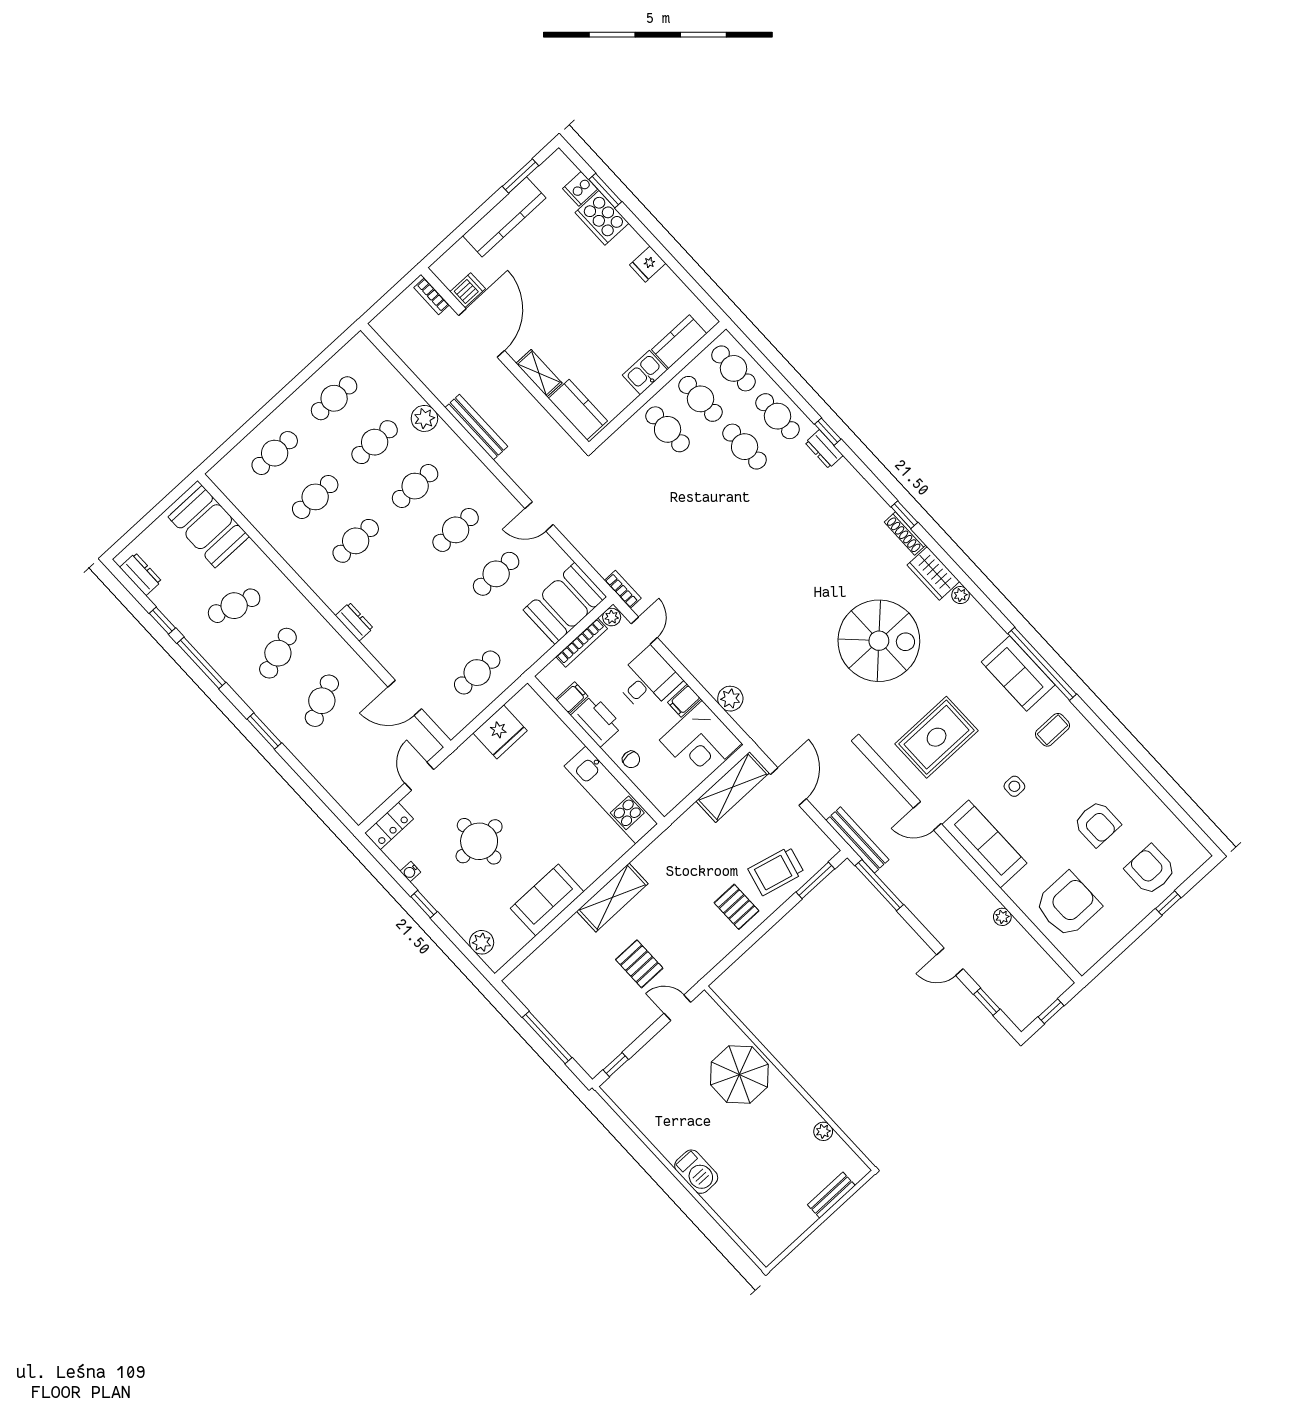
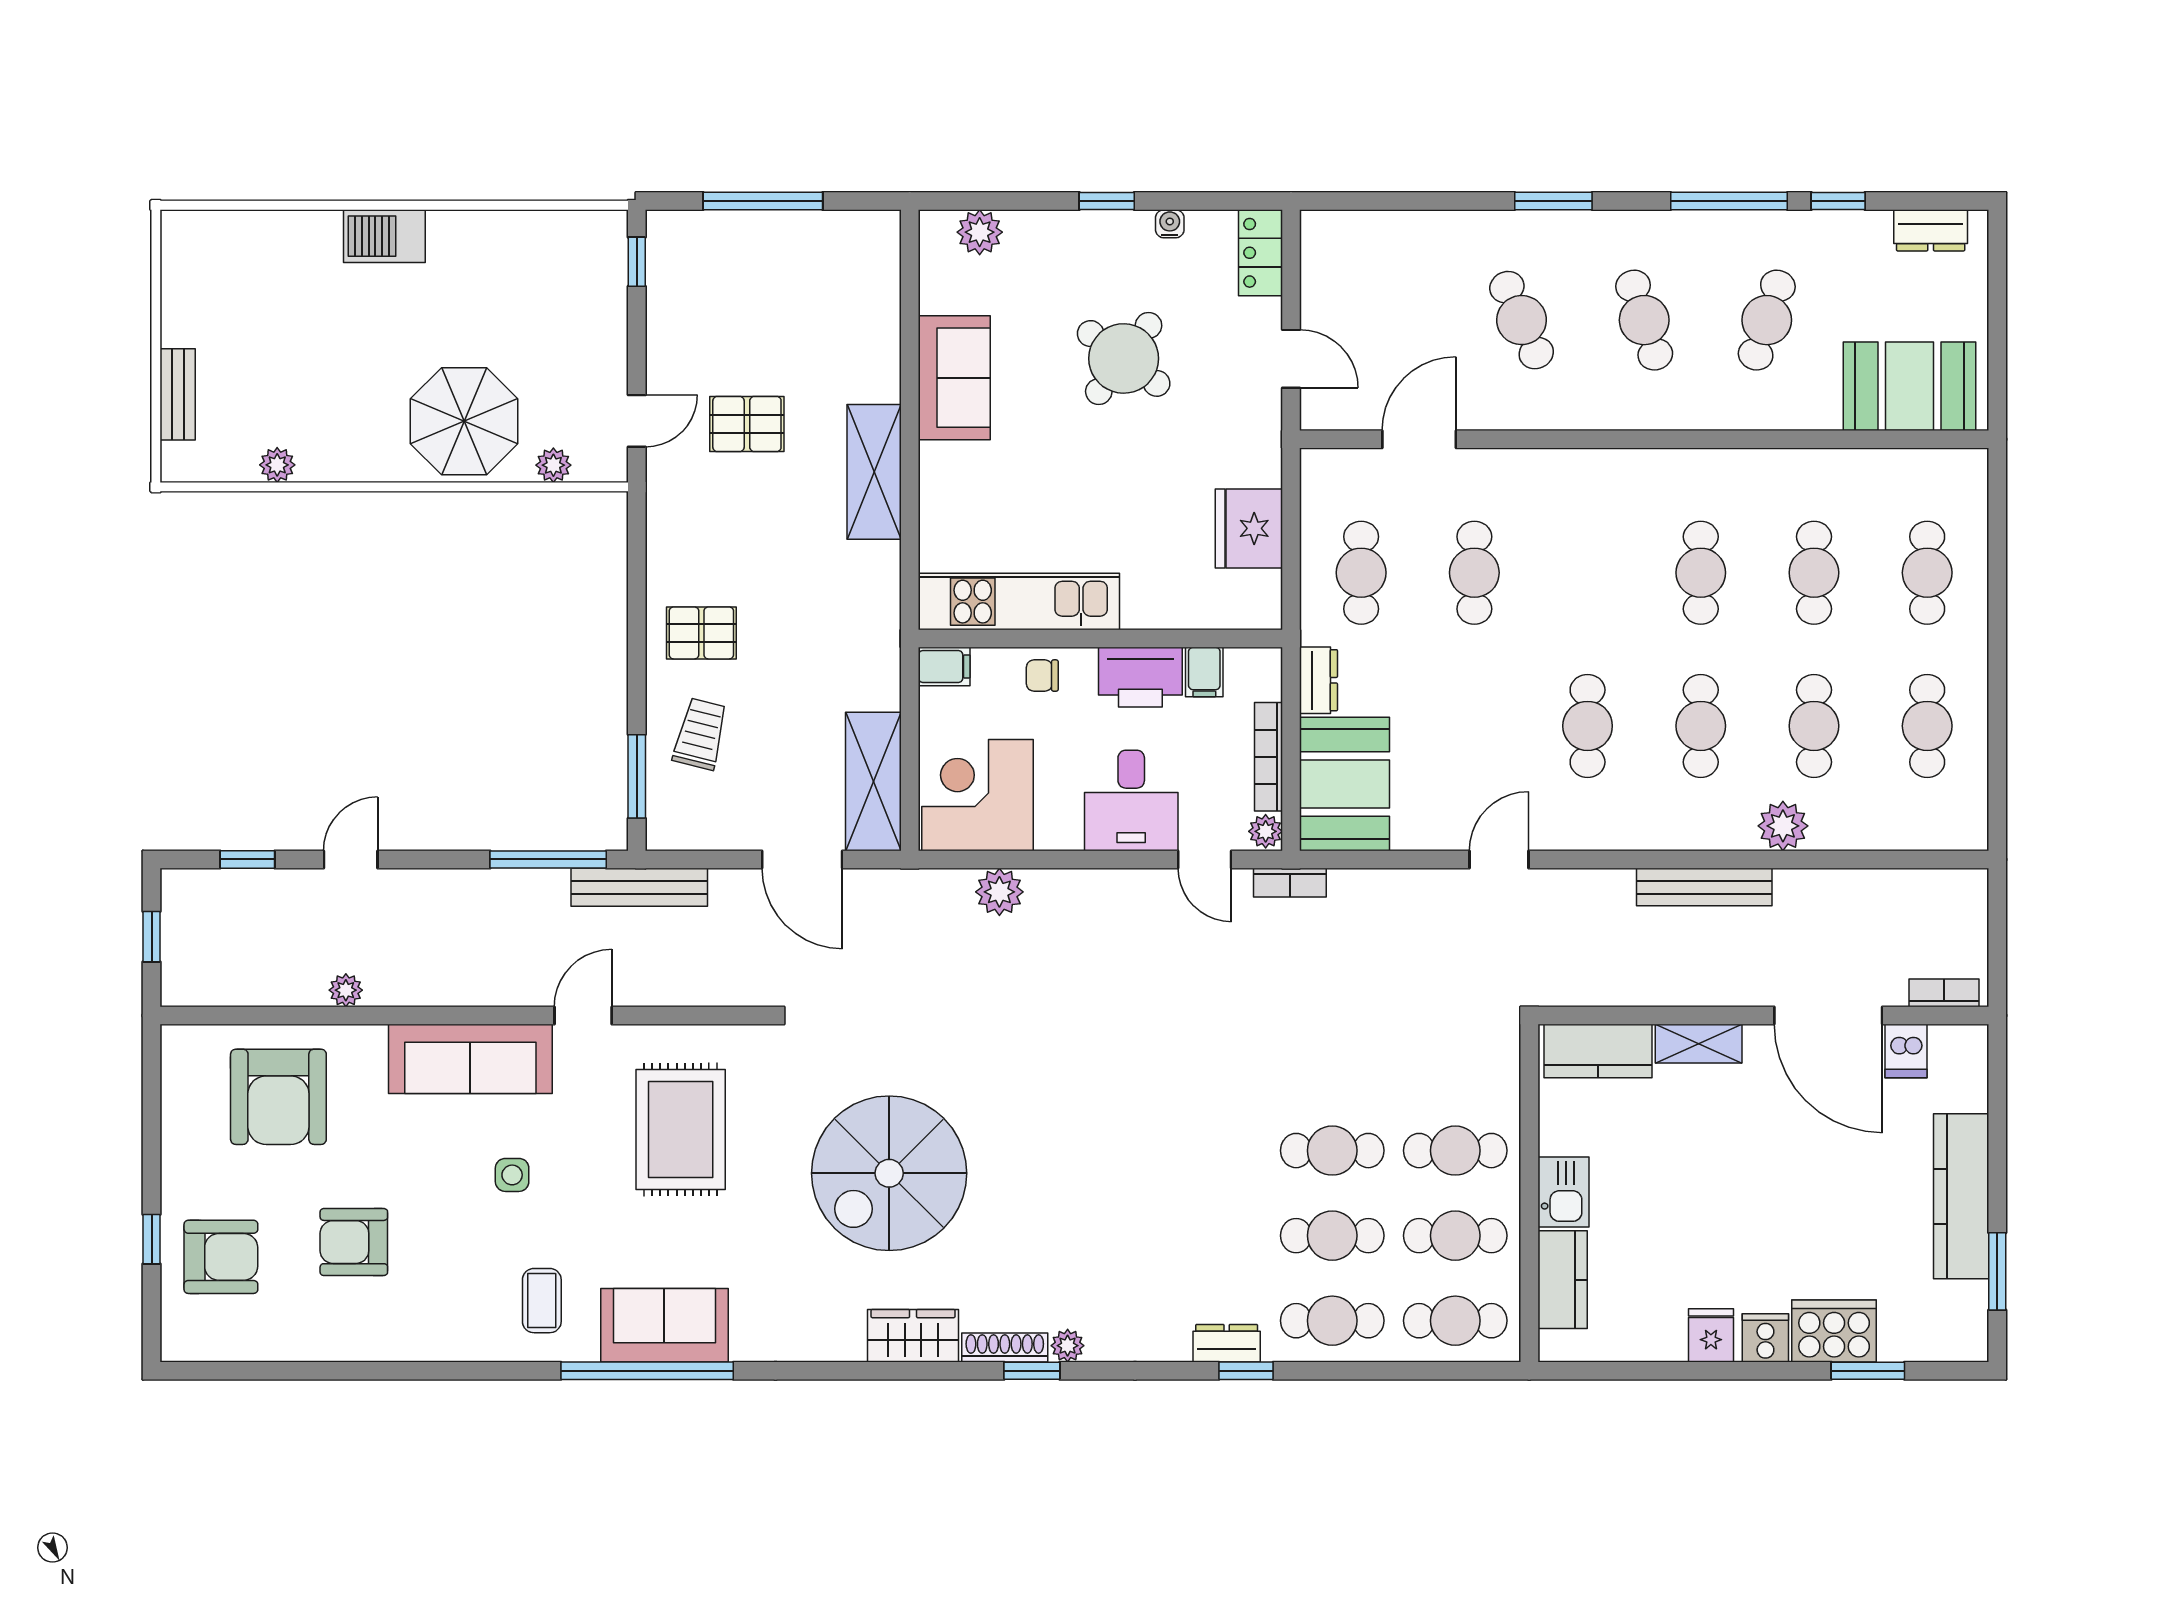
cooker: (580, 189) -> (1765, 1338), moved
cafe table: (712, 477) -> (1332, 1151), added
cafe table: (496, 574) -> (1474, 573), moved
plant: (961, 595) -> (1068, 1346), moved
dresser: (354, 622) -> (1318, 680), moved, turned -90
filing cabinet: (684, 701) -> (944, 666), moved, turned 90
round table: (479, 841) -> (1124, 358), turned 37
trolley: (776, 871) -> (700, 734), width x0.73, depth x0.72
plant: (724, 1024) -> (553, 465), added

